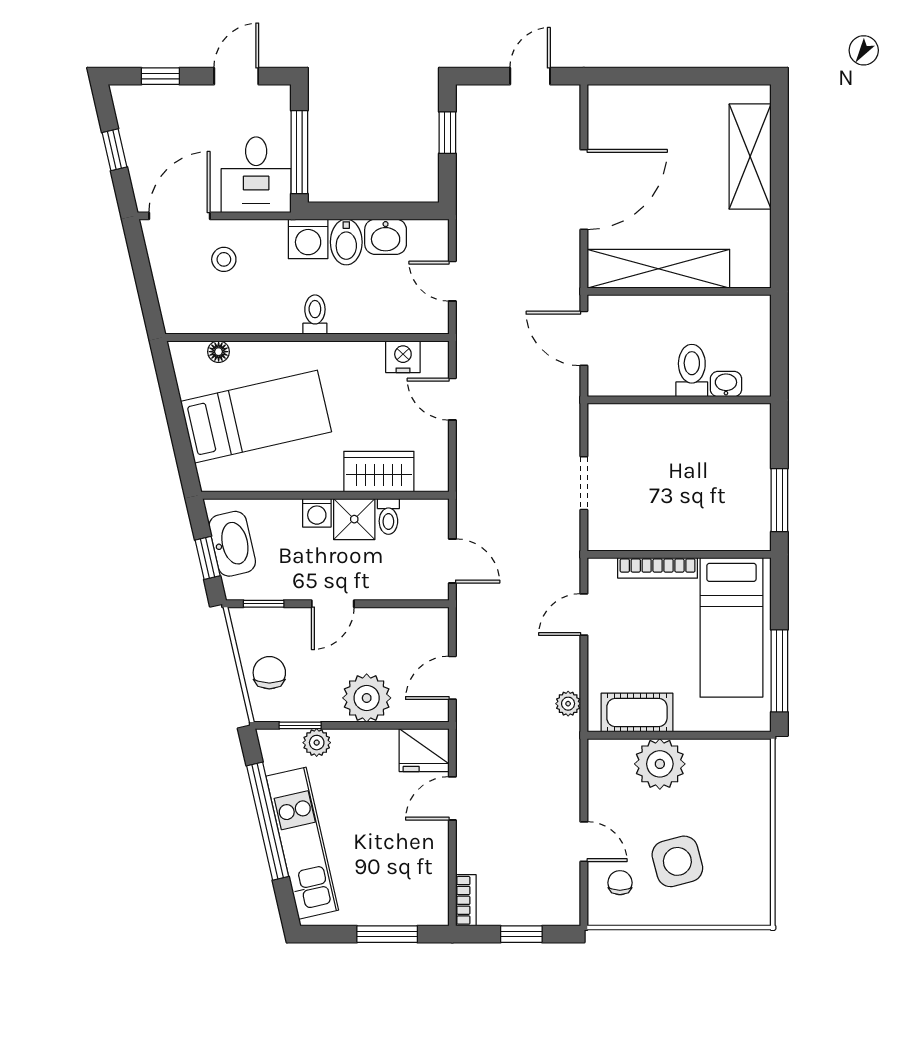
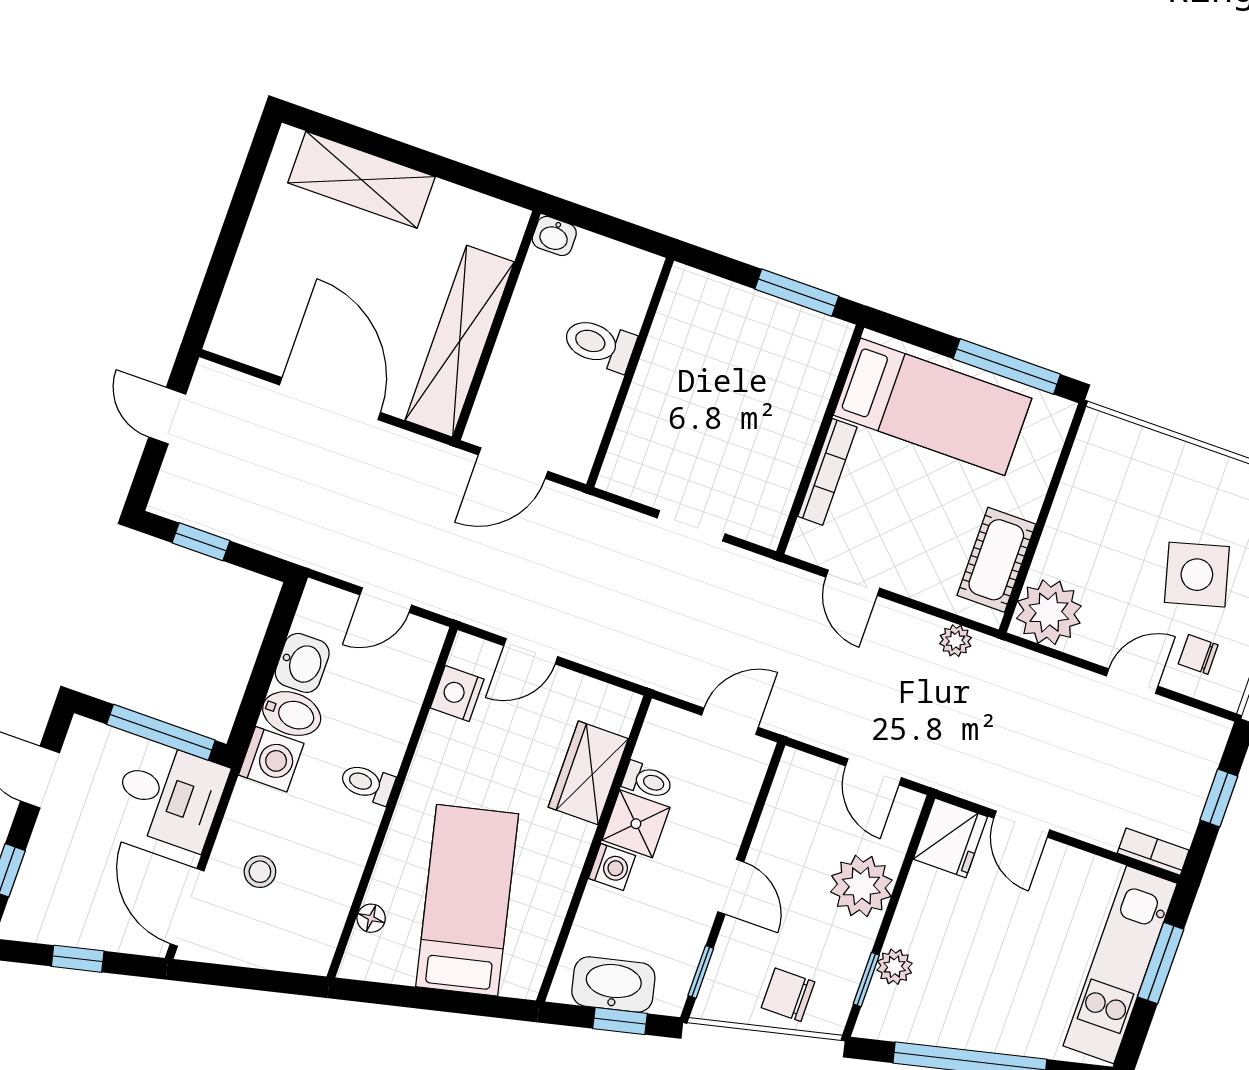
washbasin: (726, 384) -> (554, 236), moved, turned -90
plant: (660, 764) -> (1049, 612), moved
kitchen unit: (302, 843) -> (1120, 965), moved, turned -77

